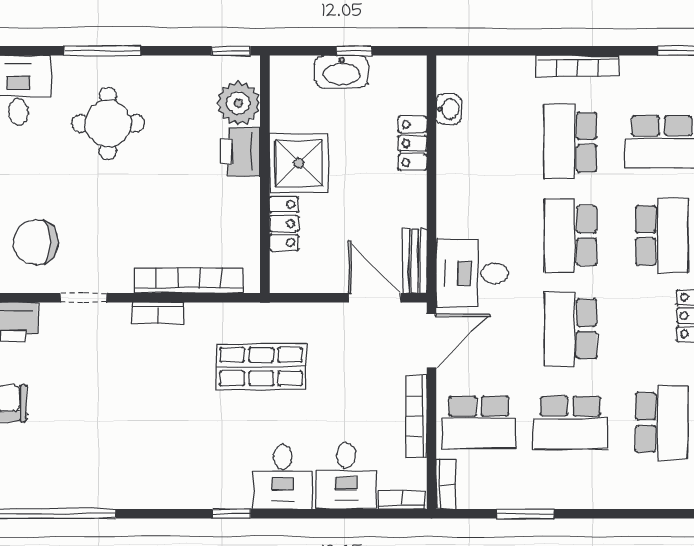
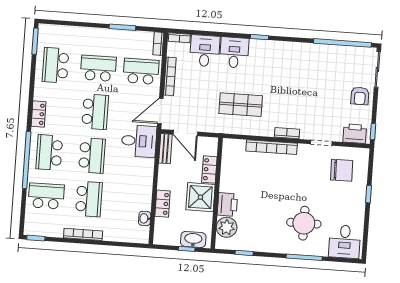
plant: (238, 103) -> (227, 227), moved
printer: (240, 152) -> (227, 205), moved
shower: (299, 163) -> (200, 197), moved
wall: (265, 174) -> (217, 193), moved
locker: (284, 224) -> (209, 169), moved

